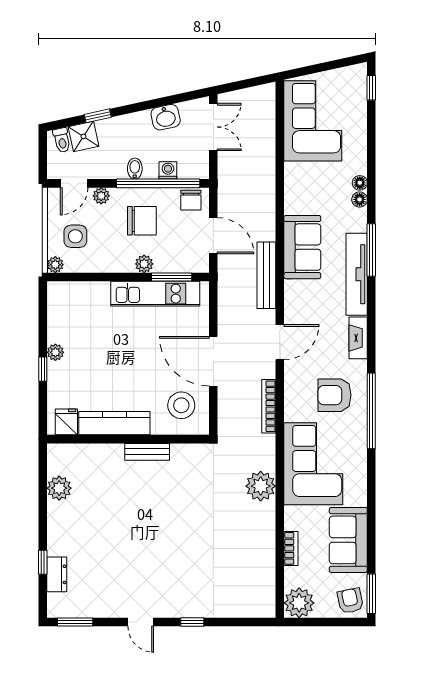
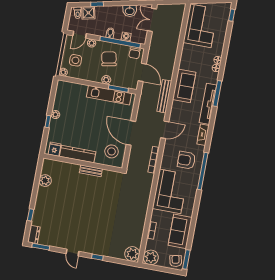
double door: (213, 127) -> (152, 20), swing flipped
chair: (142, 221) -> (109, 59), turned -101
plant: (261, 486) -> (132, 254), moved
dresser: (57, 574) -> (34, 235), moved

